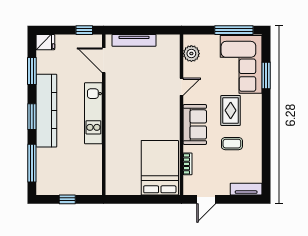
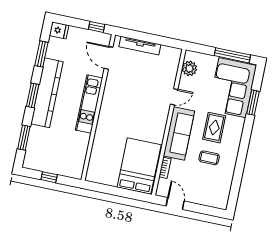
sofa: (195, 124) -> (179, 133), width x1.36
window: (32, 163) -> (24, 138), width x0.69
tv unit: (246, 189) -> (213, 202), removed
door: (206, 199) -> (175, 204), swing flipped

